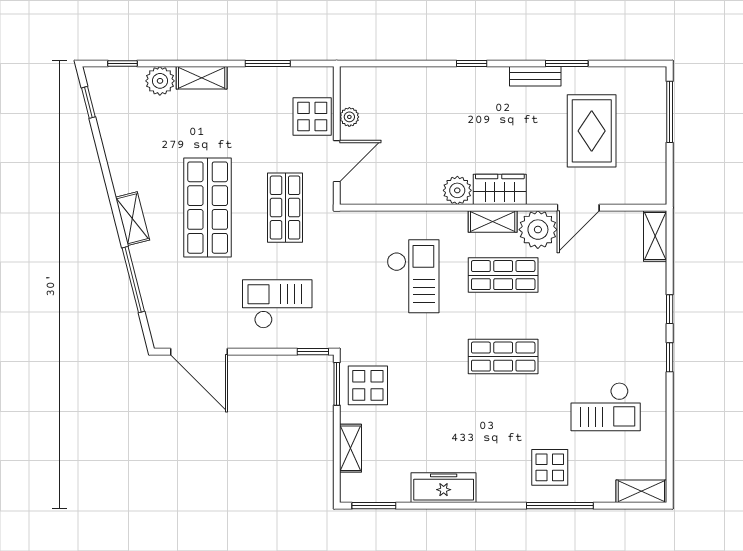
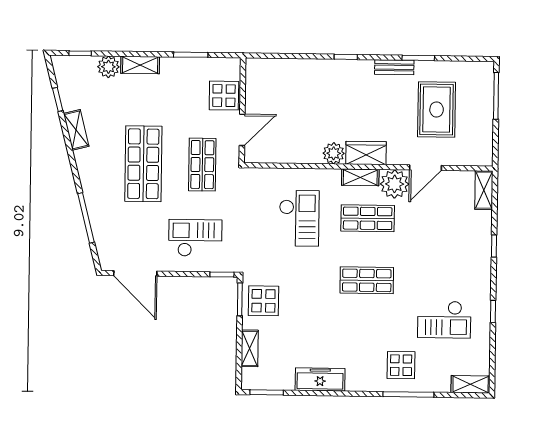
window: (88, 102) -> (58, 99), moved
plant: (349, 117) -> (252, 96), removed
shelving: (132, 219) -> (76, 130), moved
window: (670, 357) -> (493, 311), moved

